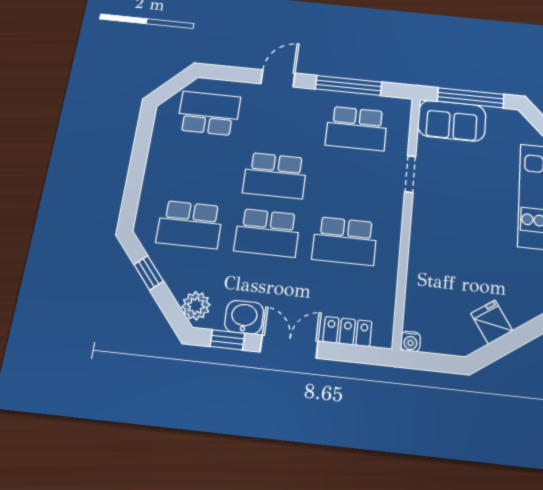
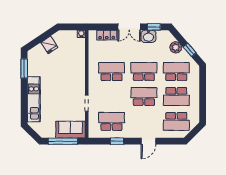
window: (349, 85) -> (117, 141), width x0.46
school desk: (199, 168) -> (176, 96), added
plant: (196, 306) -> (176, 47), moved

